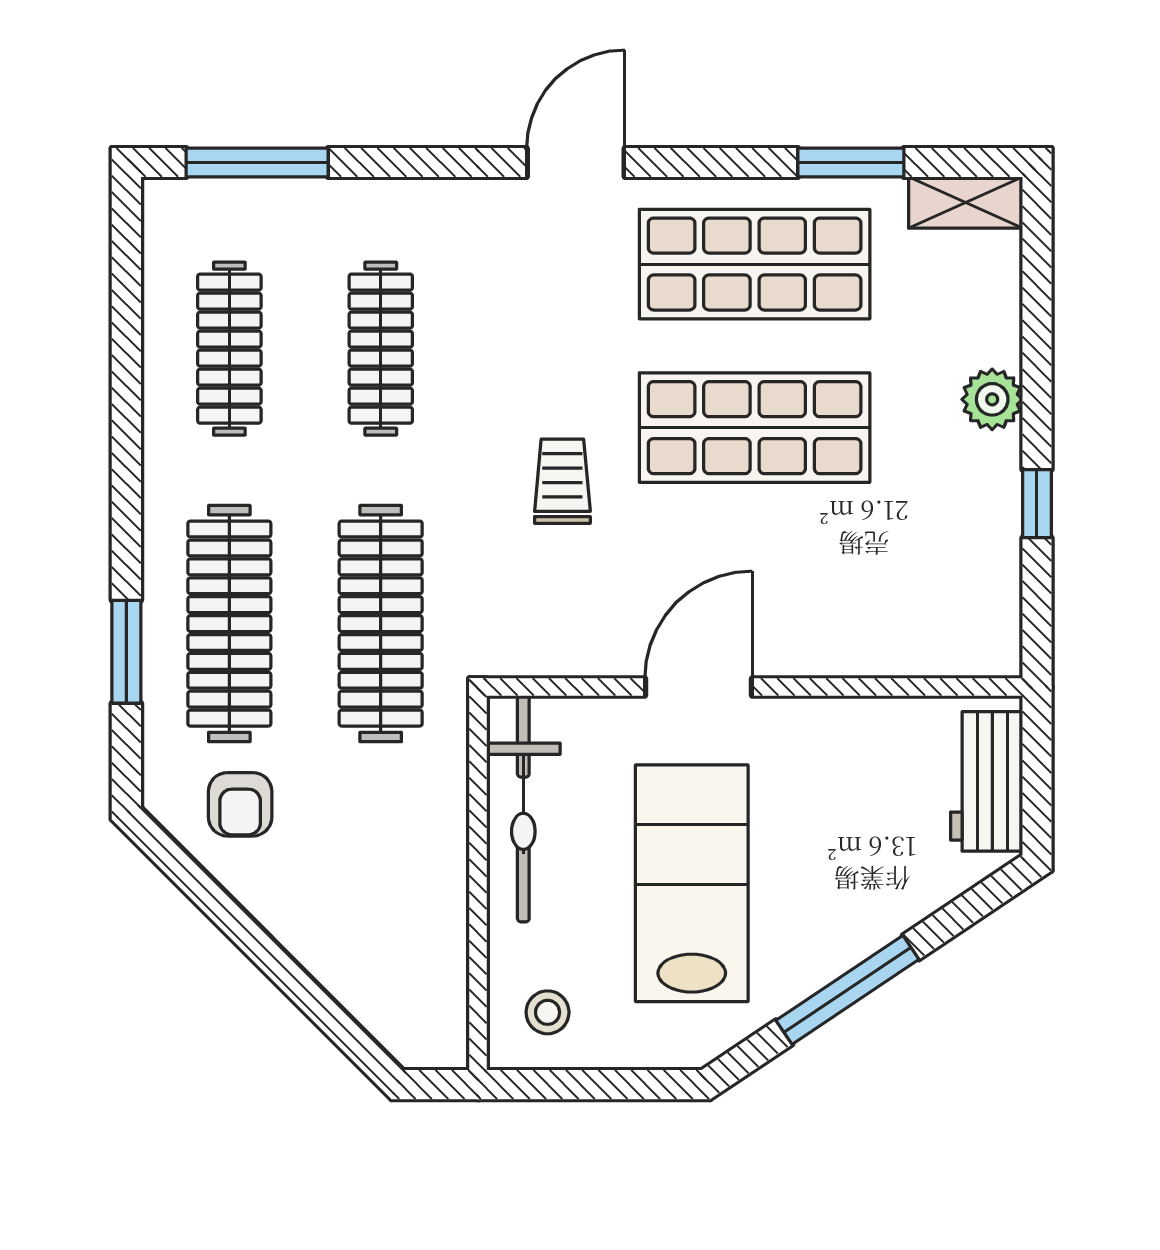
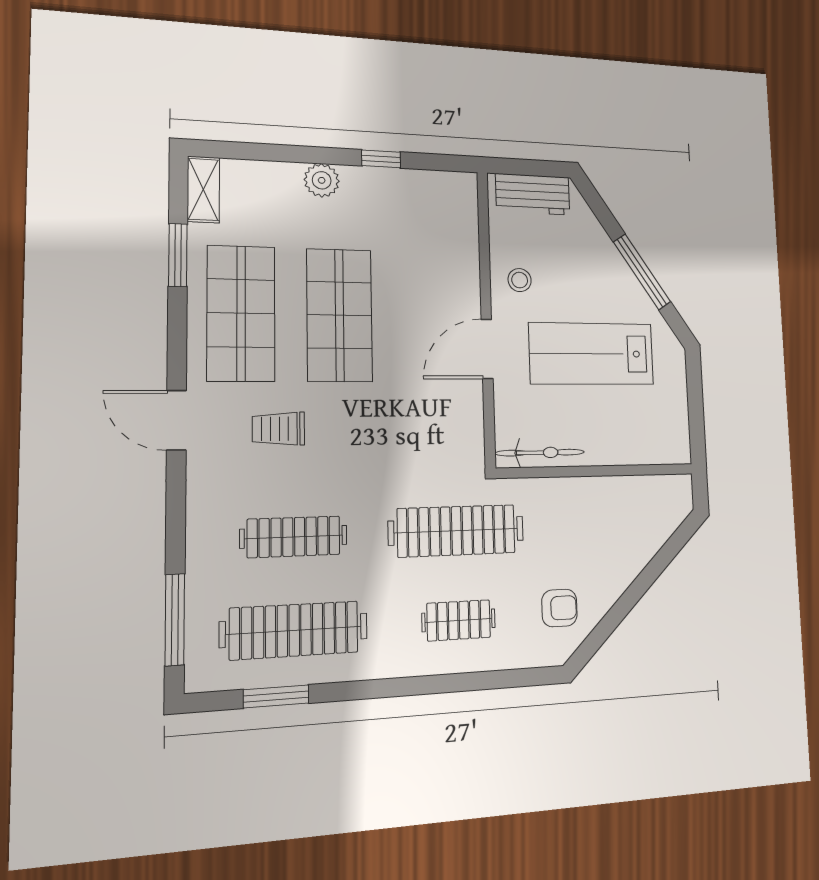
clothes rail: (229, 349) -> (294, 630), width x1.37, depth x1.31
trolley: (562, 481) -> (278, 429), moved
clothes rail: (229, 624) -> (459, 620), width x0.54, depth x0.76
window: (126, 652) -> (276, 696), moved
door: (698, 687) -> (487, 349), hinge flipped
bicycle: (523, 809) -> (540, 453), width x0.73, depth x0.71
stool: (548, 1012) -> (520, 280), moved

